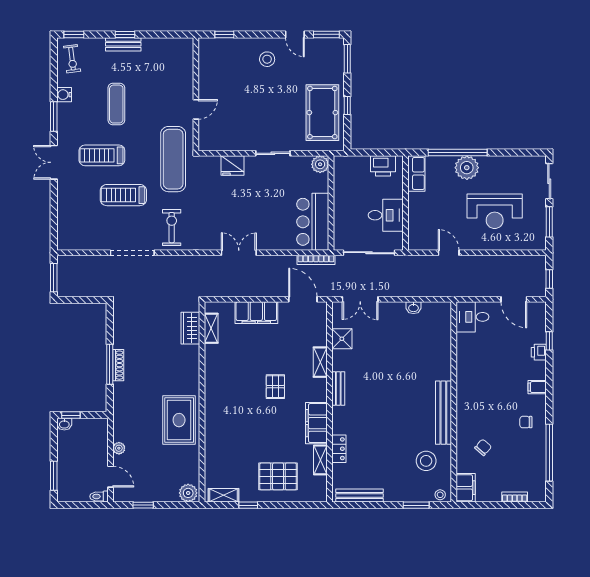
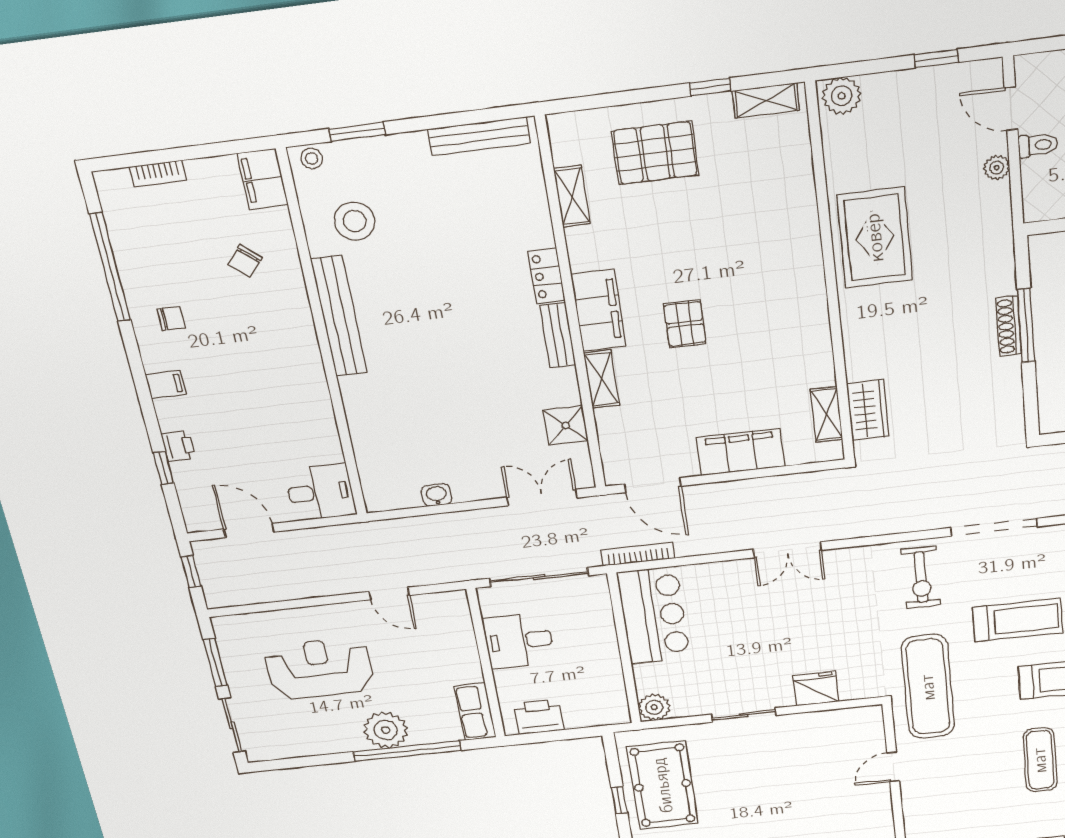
filing cabinet: (316, 423) -> (598, 310), moved
locker: (339, 449) -> (546, 276), moved
toilet: (99, 496) -> (1038, 145), moved

